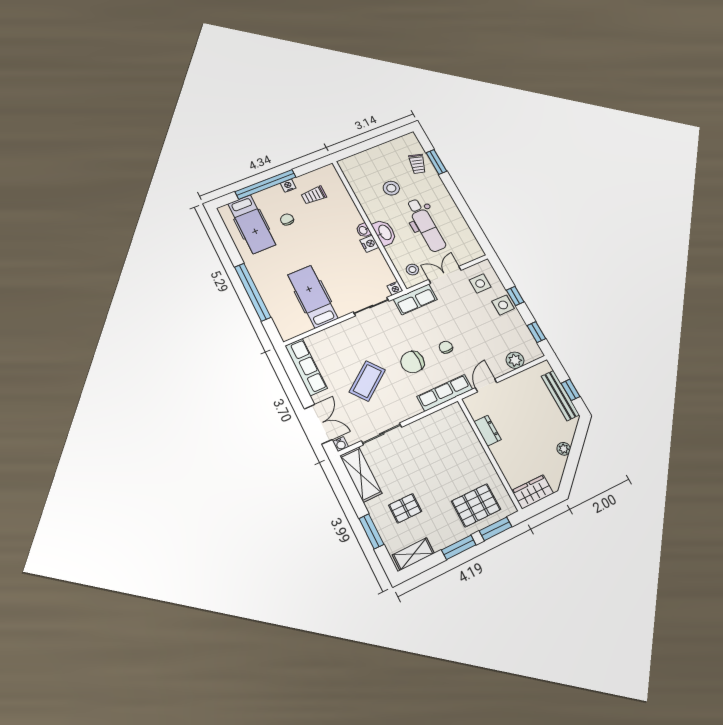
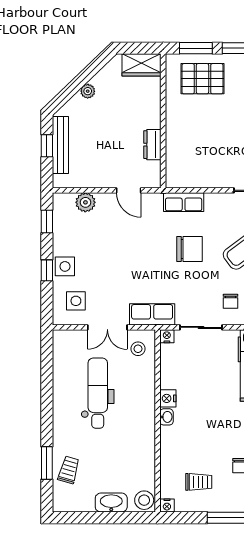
nightstand: (288, 186) -> (167, 505), moved
stool: (391, 188) -> (144, 500), moved
washbasin: (385, 233) -> (111, 503), moved, turned 90
chair: (446, 347) -> (230, 301), moved
door: (486, 385) -> (129, 190), hinge flipped
row of seats: (445, 393) -> (184, 202), width x0.68

